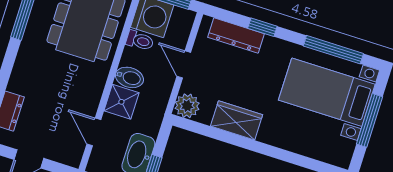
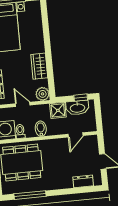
door: (184, 64) -> (23, 104), swing flipped
shower: (121, 102) -> (58, 110), moved

